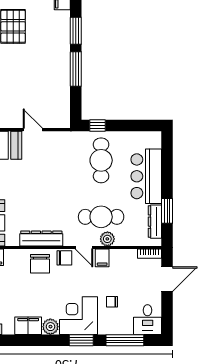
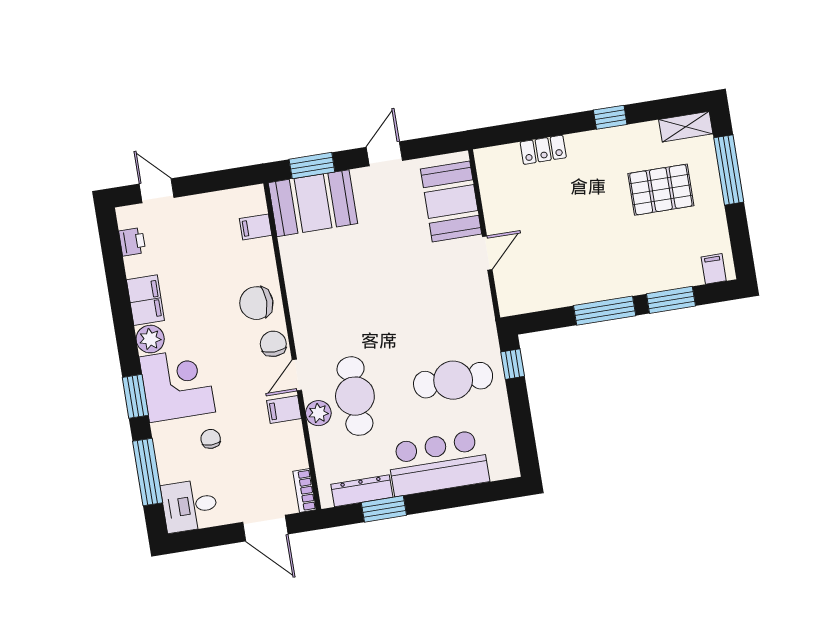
dresser: (41, 239) -> (301, 298), removed
chair: (64, 258) -> (273, 344), turned 180

